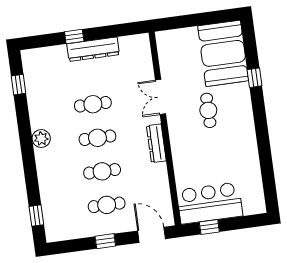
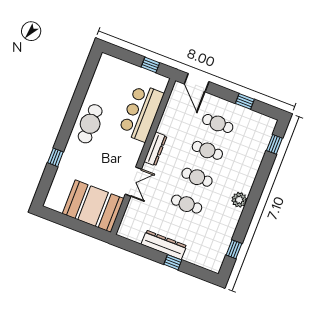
booth: (223, 53) -> (93, 206), moved, turned 90
cafe table: (208, 110) -> (90, 124), moved, width x1.37, depth x1.35
bar counter: (210, 203) -> (141, 113), moved, turned 90
window: (105, 241) -> (245, 101), moved

